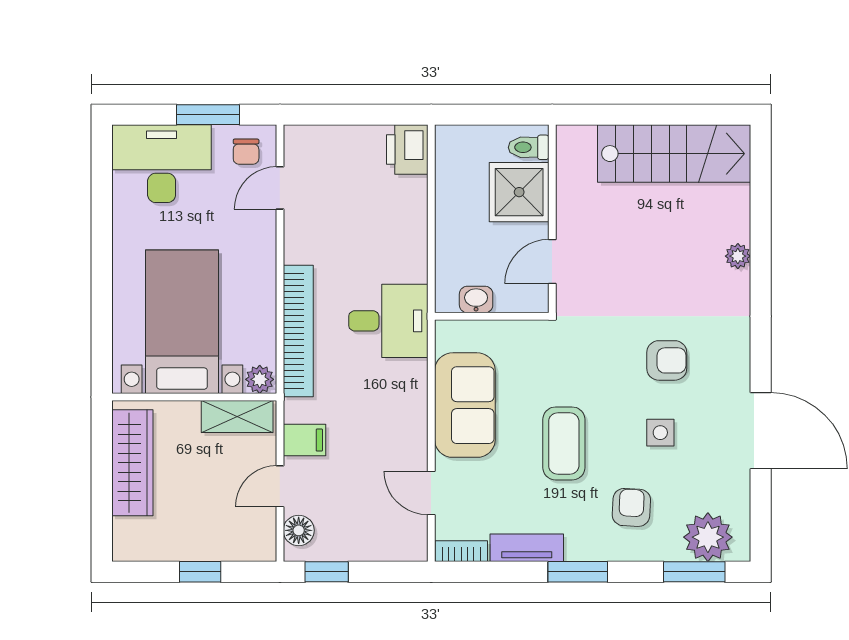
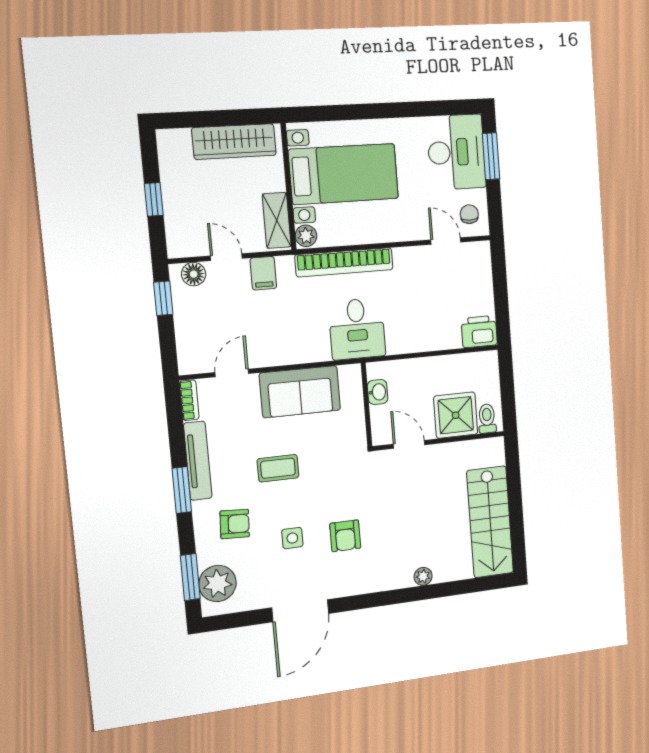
window: (208, 115) -> (491, 156), moved
chair: (246, 152) -> (469, 214), turned 90
coffee table: (564, 443) -> (278, 468), width x0.73, depth x0.77
tv unit: (527, 548) -> (198, 461), width x1.41

